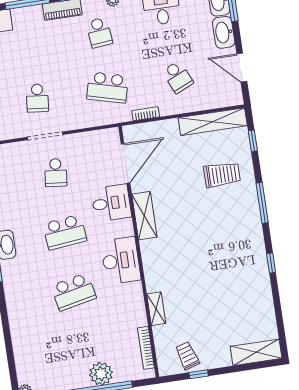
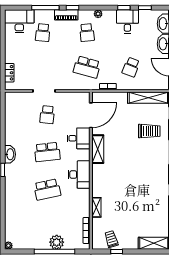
school desk: (178, 77) -> (131, 67), turned 45
school desk: (37, 98) -> (43, 33), moved

